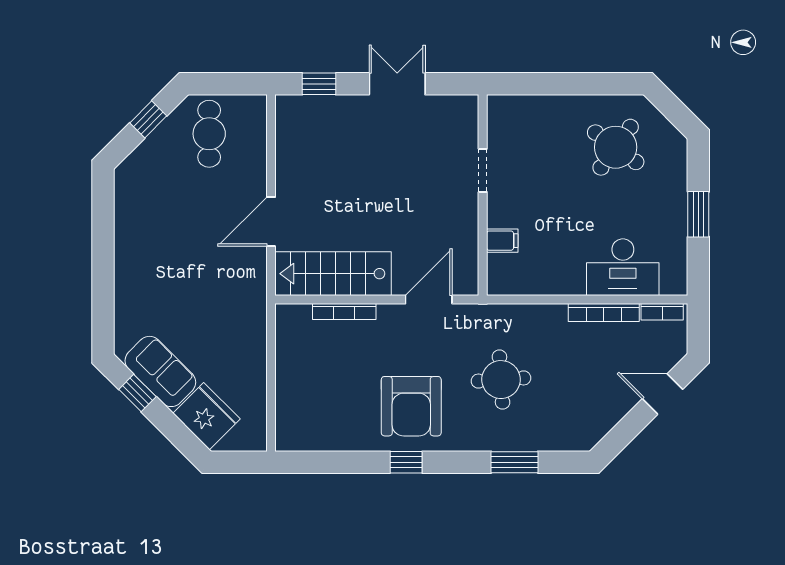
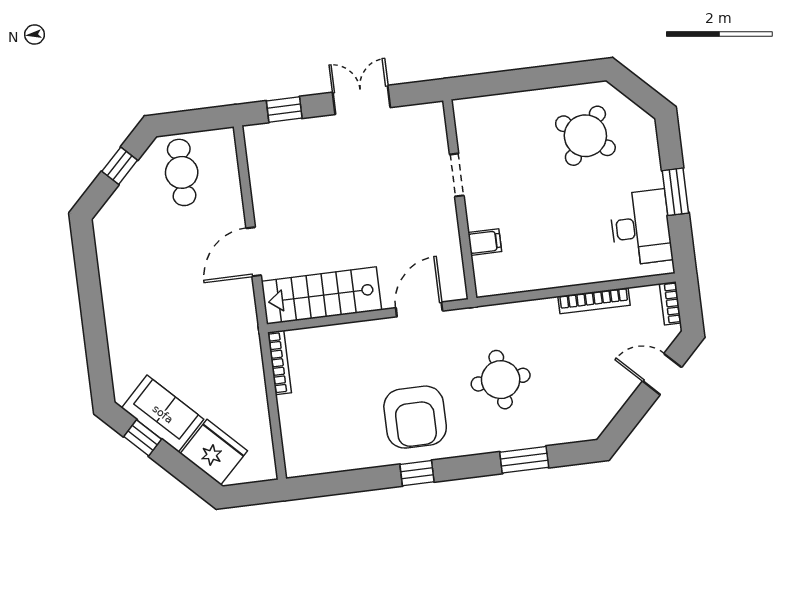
desk: (623, 267) -> (641, 227), moved, turned -90
bookcase: (344, 312) -> (280, 362), moved, turned -90
bookcase: (662, 312) -> (670, 303), moved, turned 90

